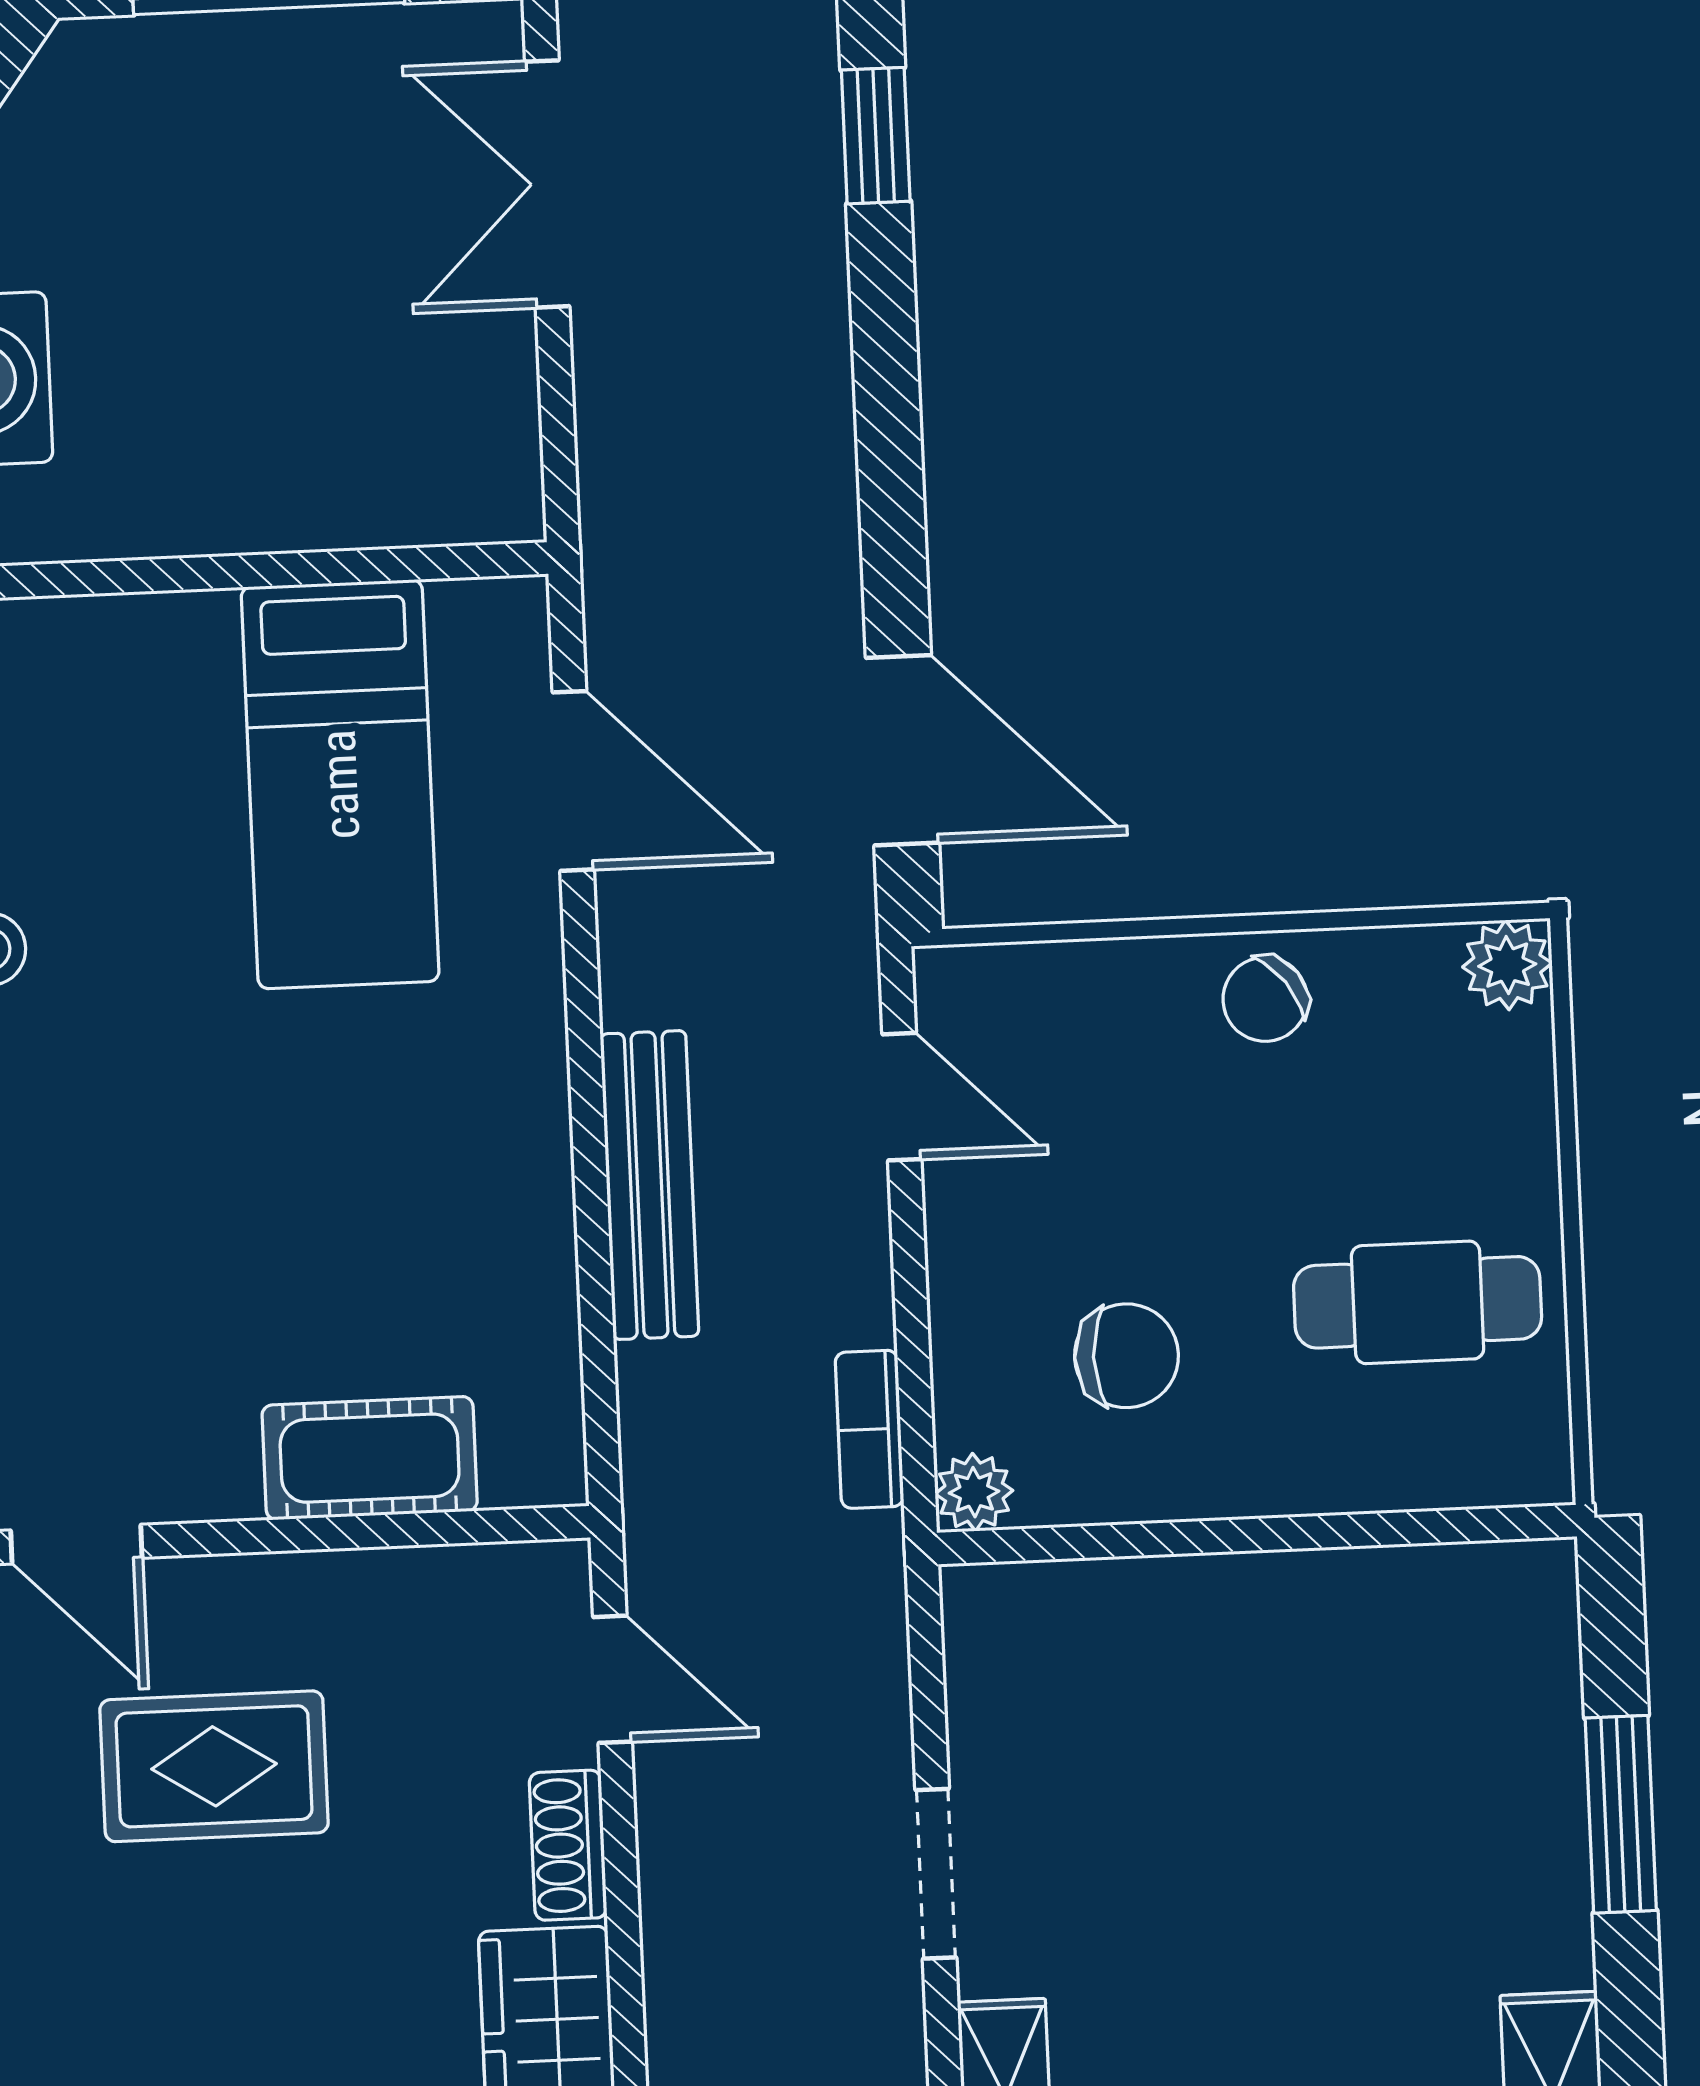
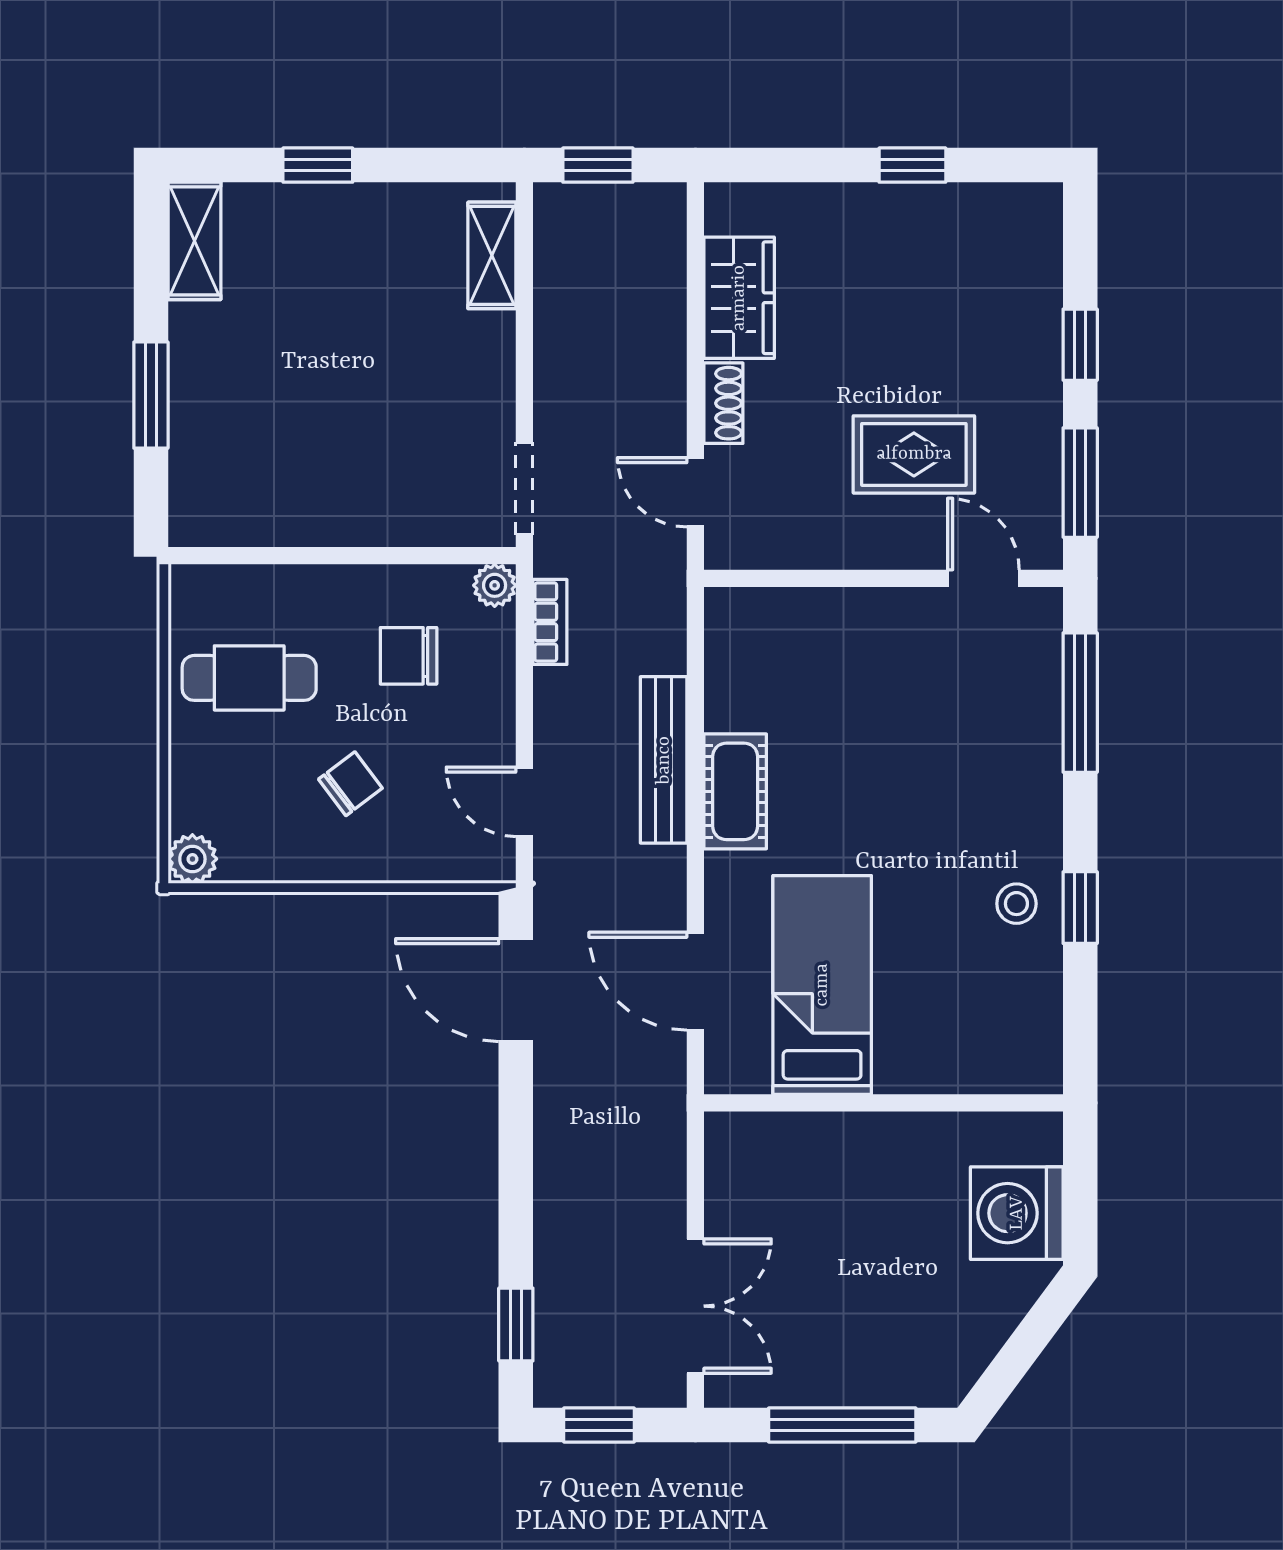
chair: (1265, 999) -> (350, 784), moved
cot: (370, 1458) -> (735, 791), moved, turned 90
doorway: (936, 1874) -> (524, 489), moved

